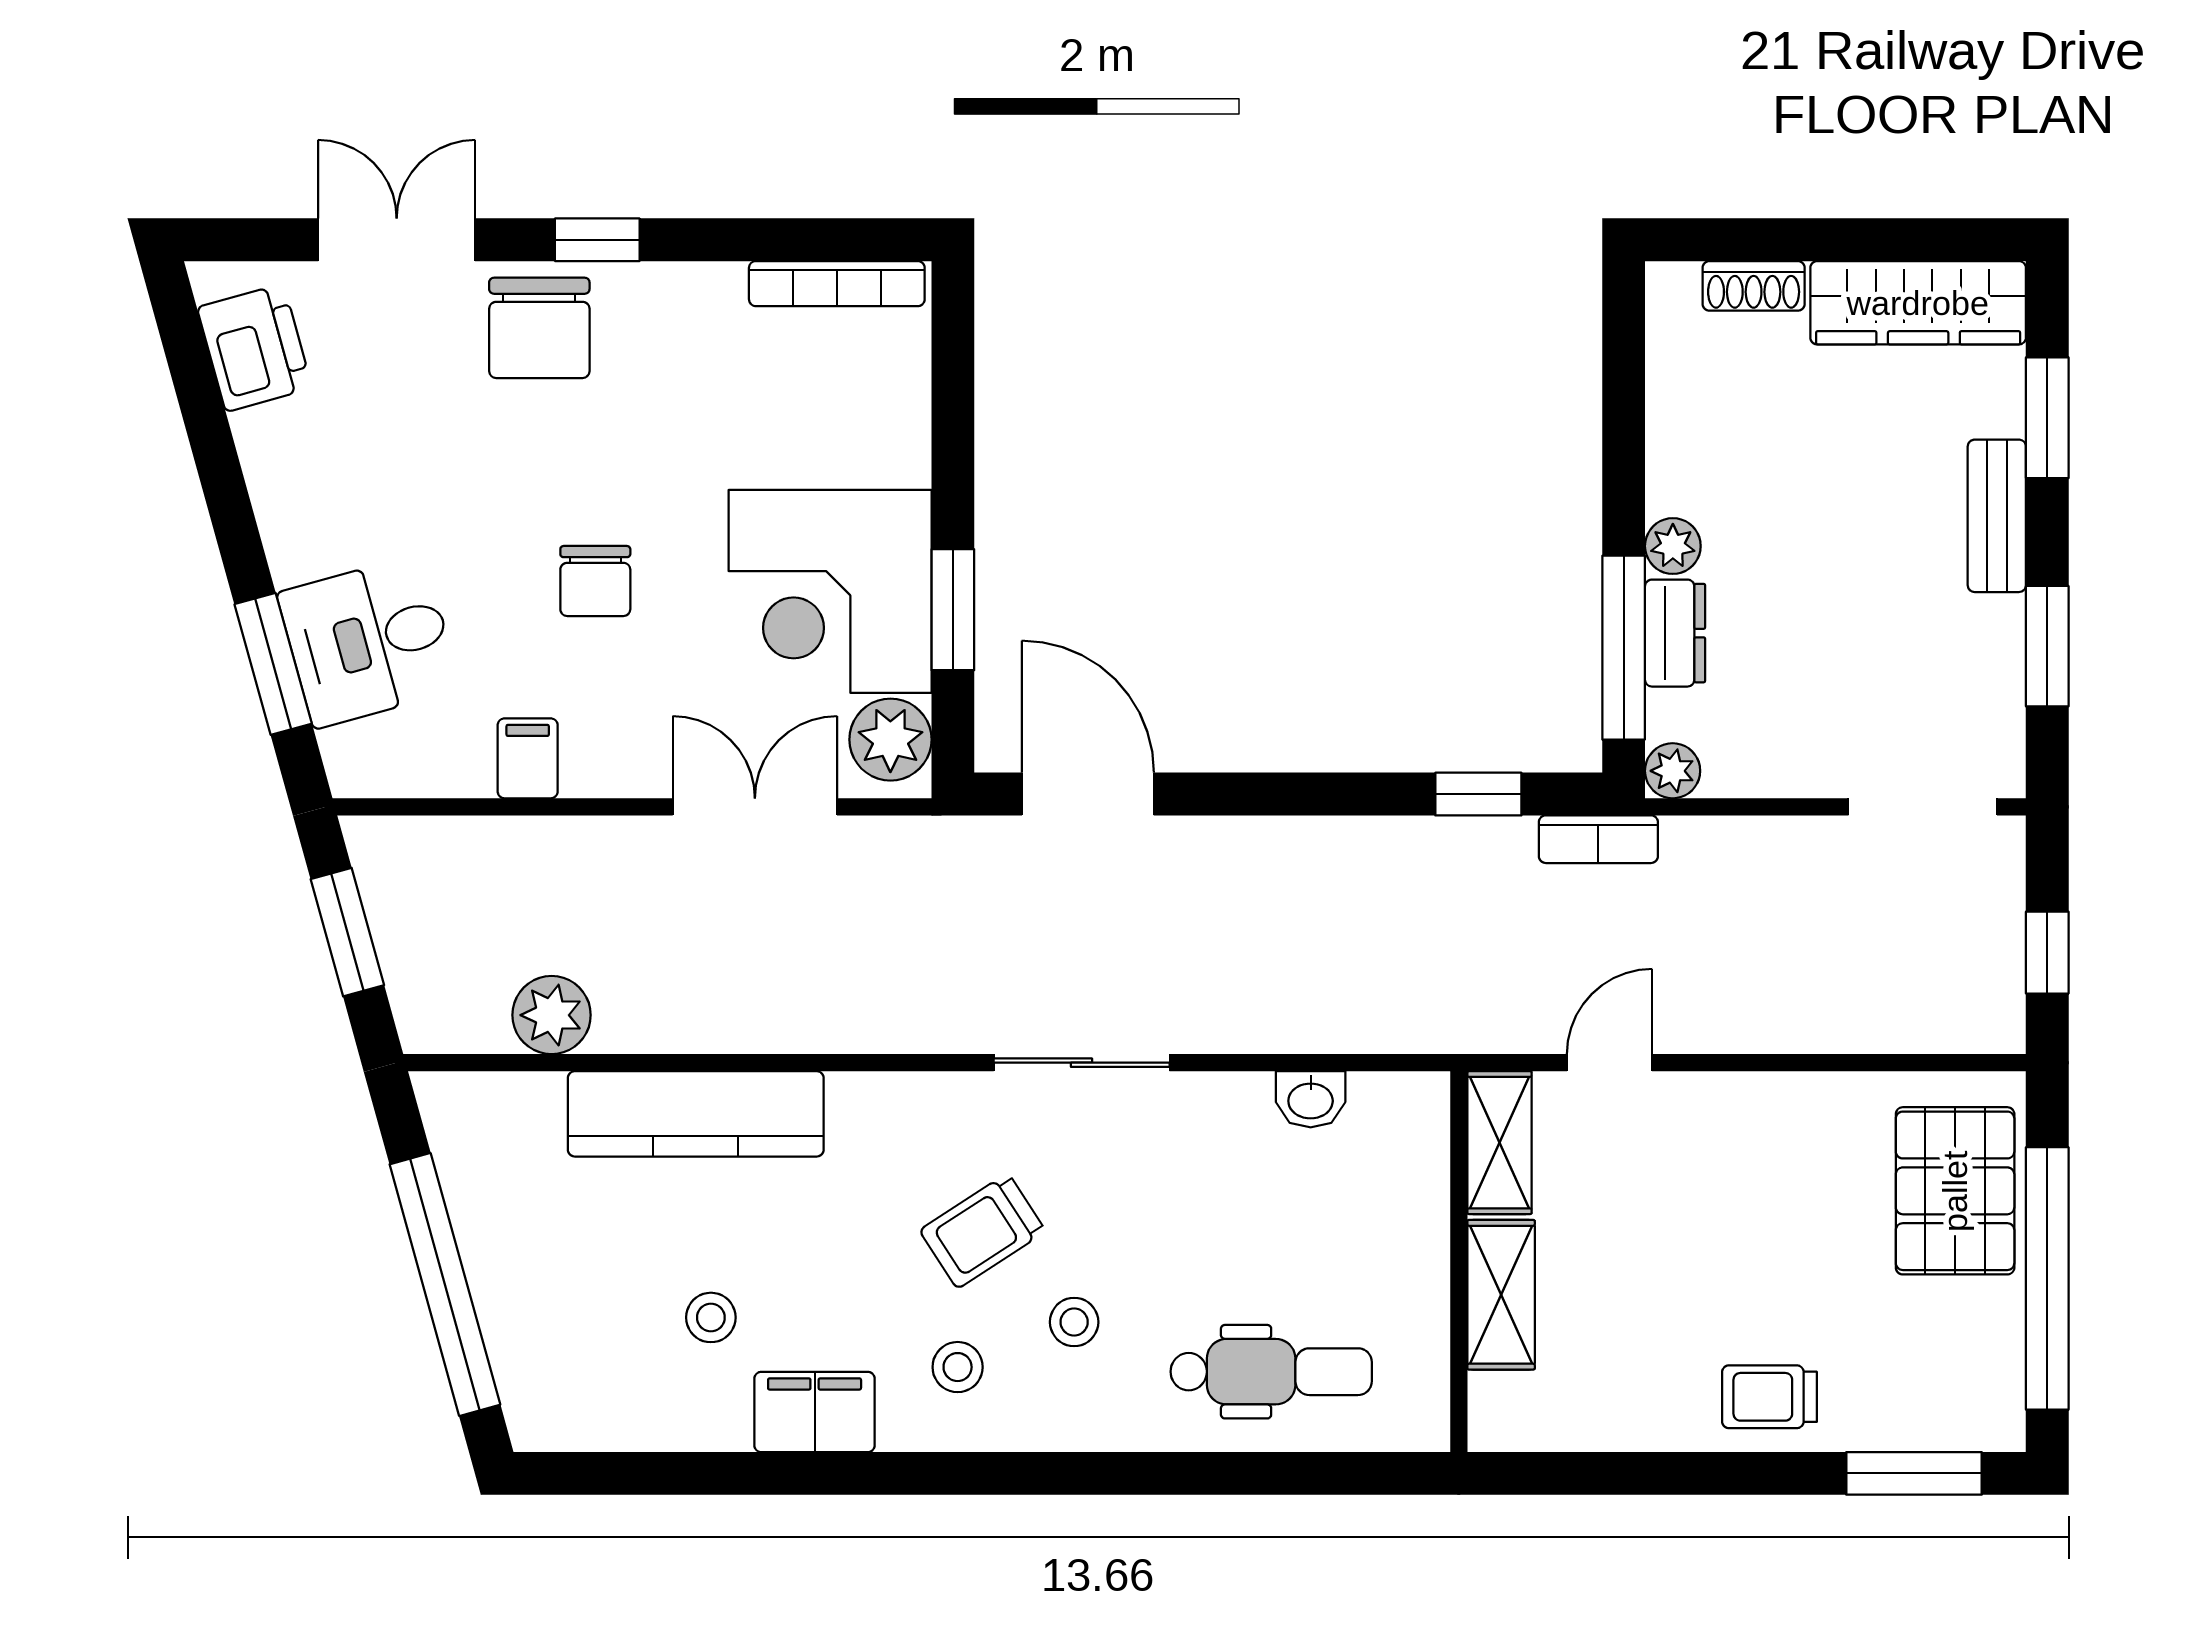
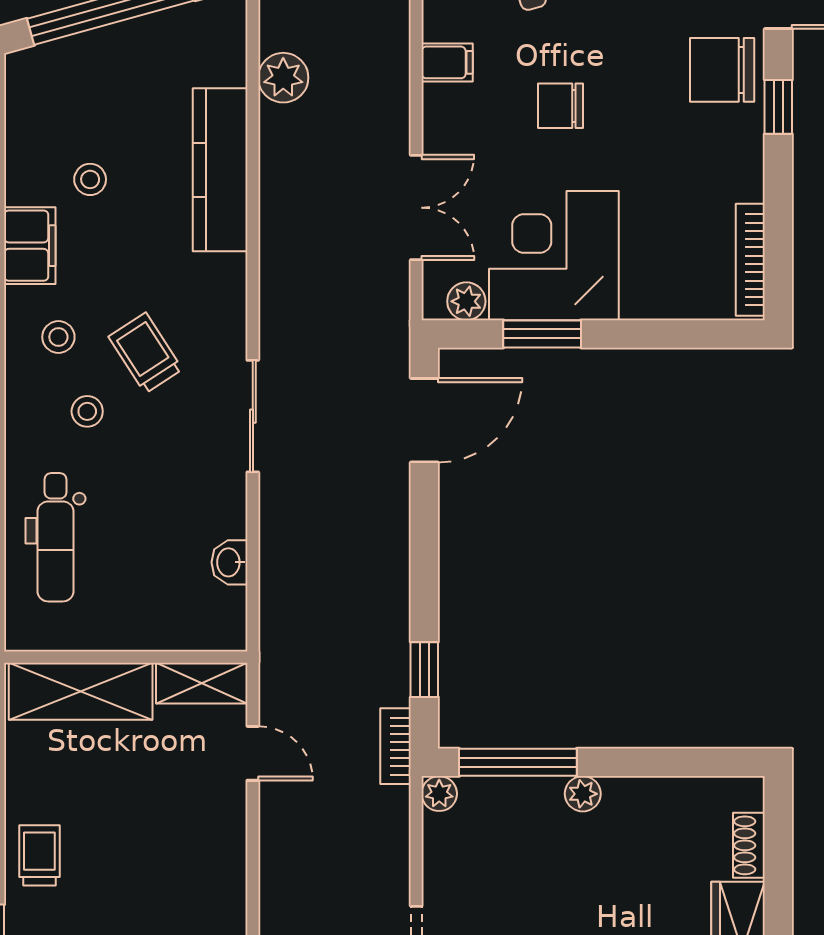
dresser: (1675, 633) -> (527, 795), removed
plant: (890, 740) -> (466, 301), width x0.73, depth x0.73
shelving: (1501, 1295) -> (81, 691), width x1.50, depth x1.33

